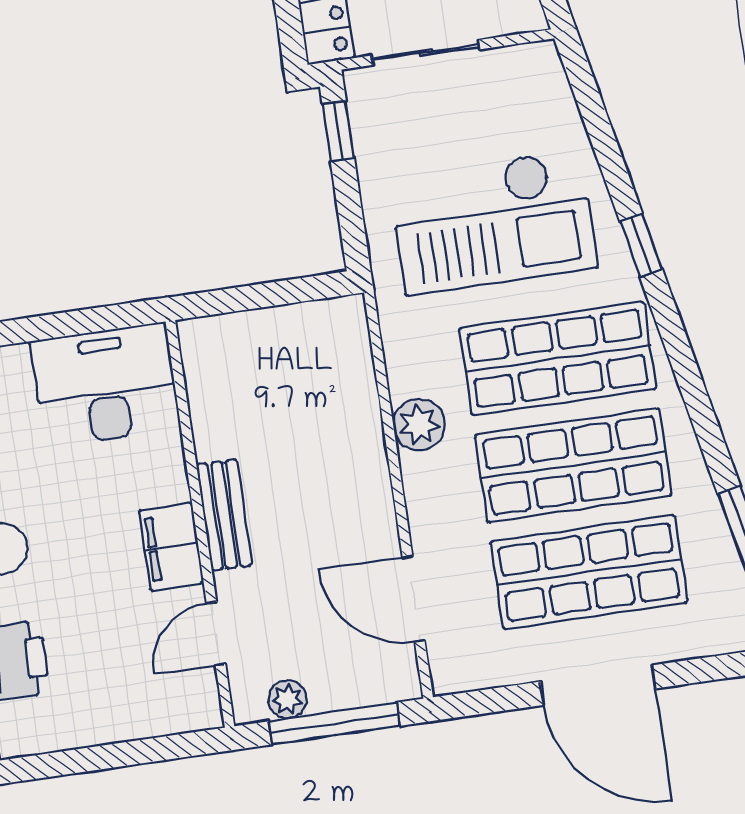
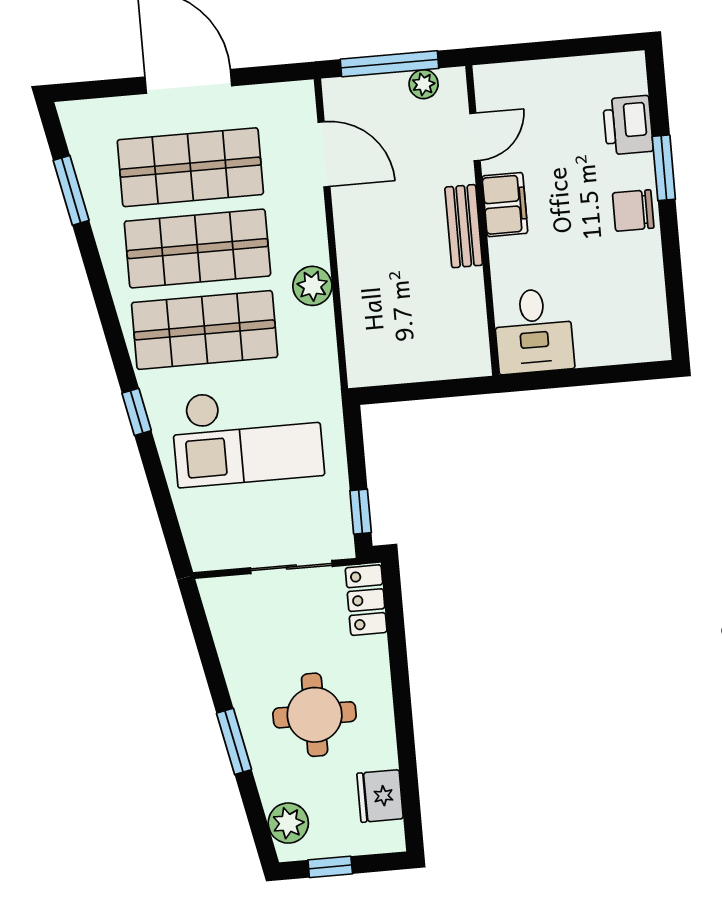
checkout: (493, 222) -> (247, 436), turned 180
desk: (105, 385) -> (534, 331), width x0.73

